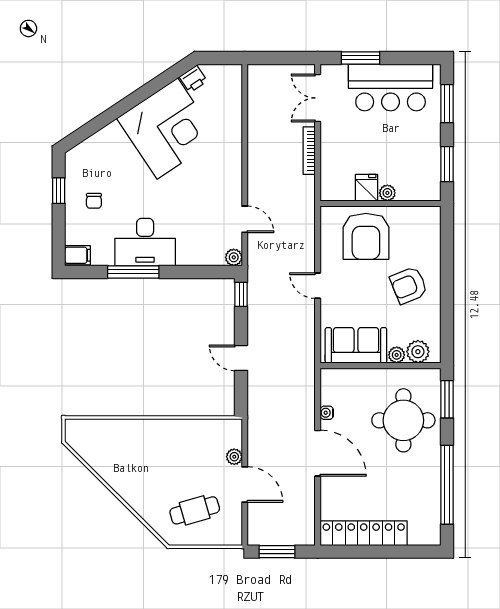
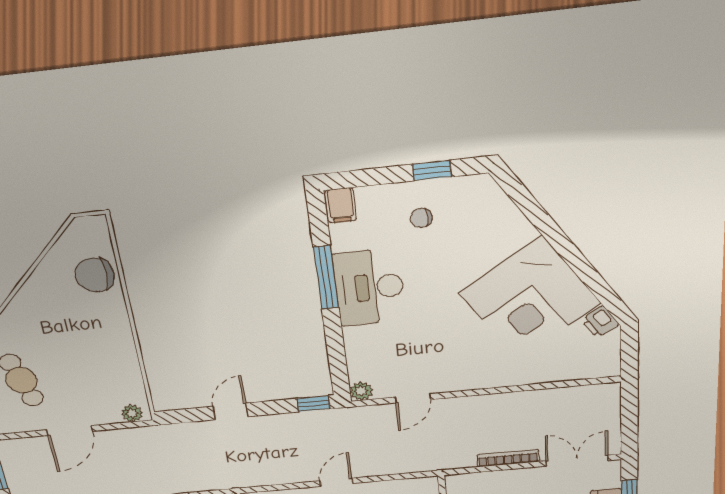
chair: (112, 436) -> (95, 275), added
plant: (234, 457) -> (132, 413), moved

